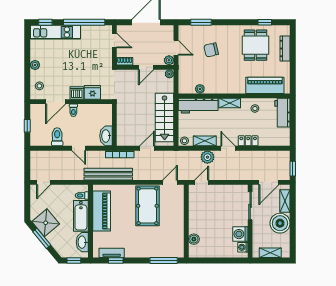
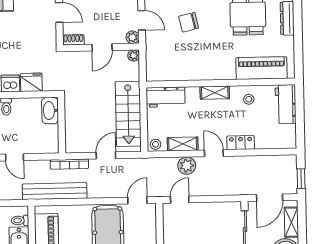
plant: (200, 89) -> (175, 75), removed
workbench: (198, 106) -> (166, 97), width x0.73
washbasin: (106, 136) -> (50, 111), moved

